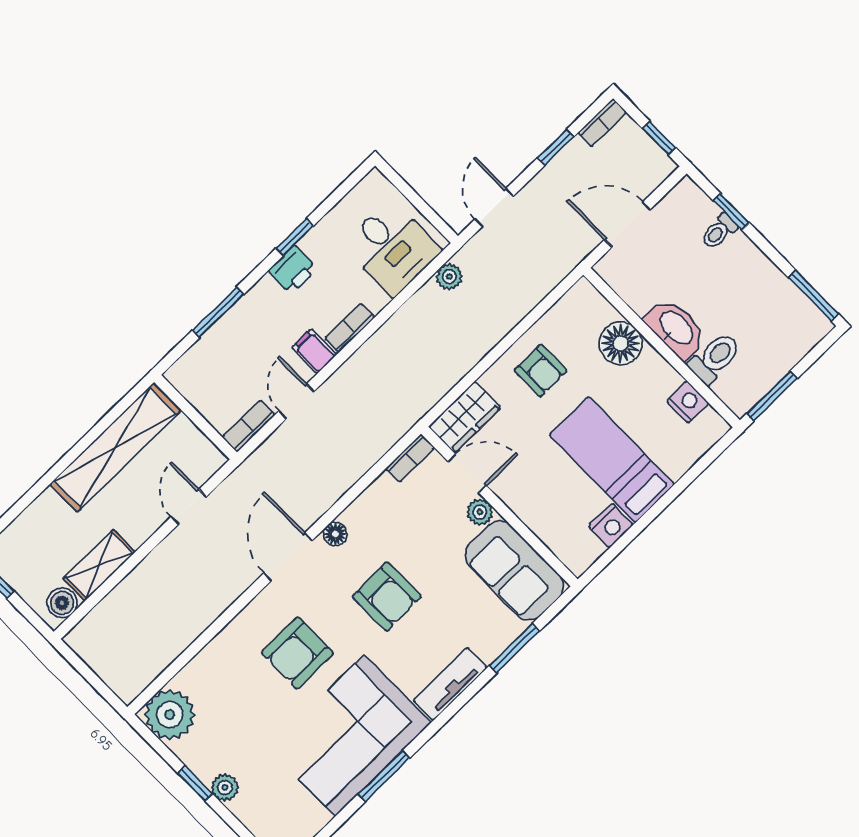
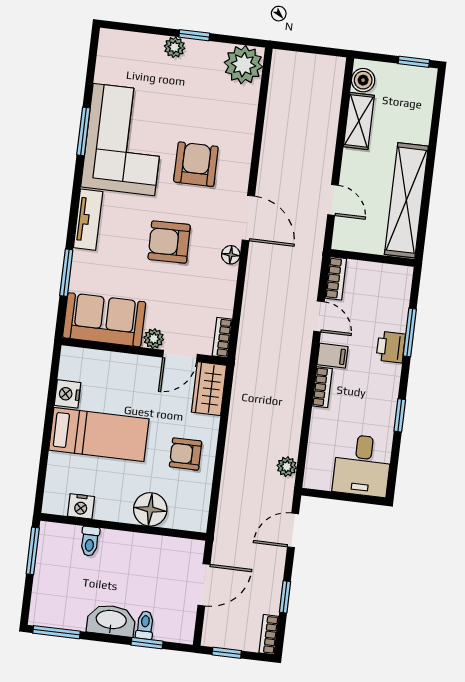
door: (494, 208) -> (293, 530), swing flipped
desk: (392, 248) -> (362, 465), moved, turned -90
printer: (293, 270) -> (391, 347), moved
washbasin: (676, 328) -> (111, 620), moved, turned 180
toilet: (715, 358) -> (90, 541), width x0.73, depth x0.72

